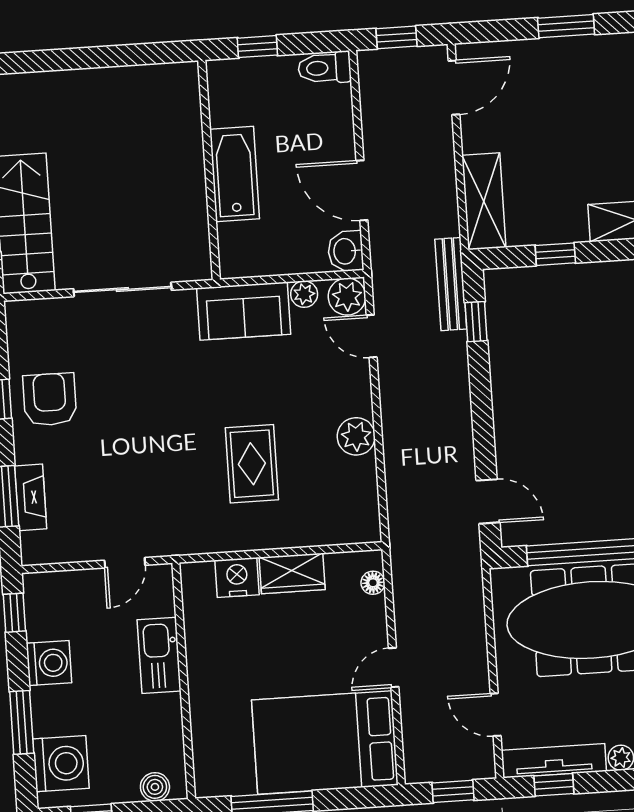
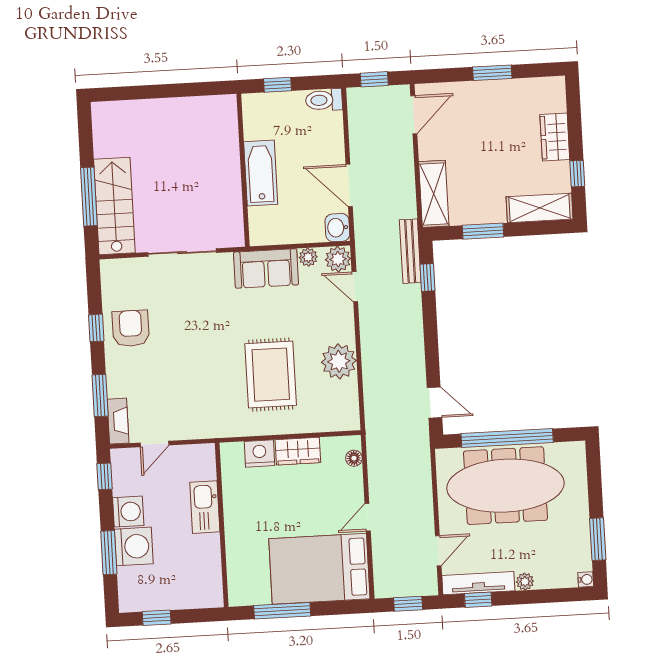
window: (555, 254) -> (483, 231), width x1.50
plant: (356, 436) -> (339, 361), width x1.36, depth x1.36
rug: (252, 464) -> (271, 375), width x1.36, depth x1.43
fireplace: (31, 497) -> (118, 421), moved
door: (125, 563) -> (154, 444), moved
door: (496, 715) -> (438, 551), swing flipped
washing machine: (61, 764) -> (134, 546), moved
boiler: (155, 787) -> (201, 598), removed

